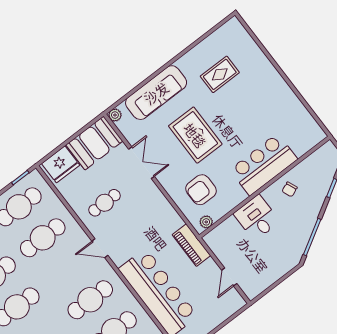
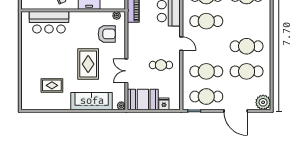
fridge: (61, 164) -> (164, 104), width x0.53, depth x0.75
bar counter: (264, 164) -> (49, 22), moved

